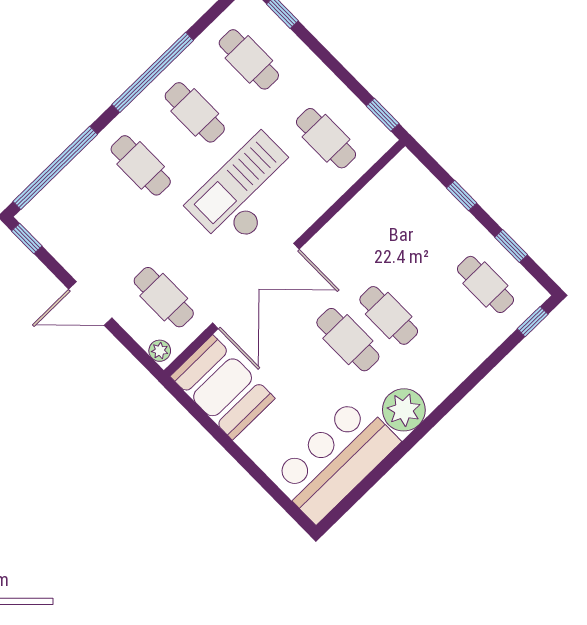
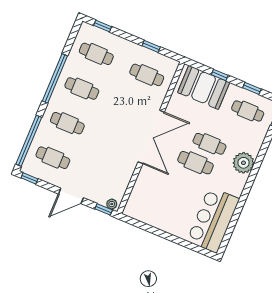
window: (383, 115) -> (151, 46), moved
checkout: (246, 192) -> (121, 115), removed
double door: (256, 286) -> (151, 137), moved
cafe table: (164, 297) -> (53, 158), moved
window: (140, 354) -> (104, 209), added
booth: (223, 387) -> (204, 87), moved
plant: (404, 410) -> (243, 163), moved

